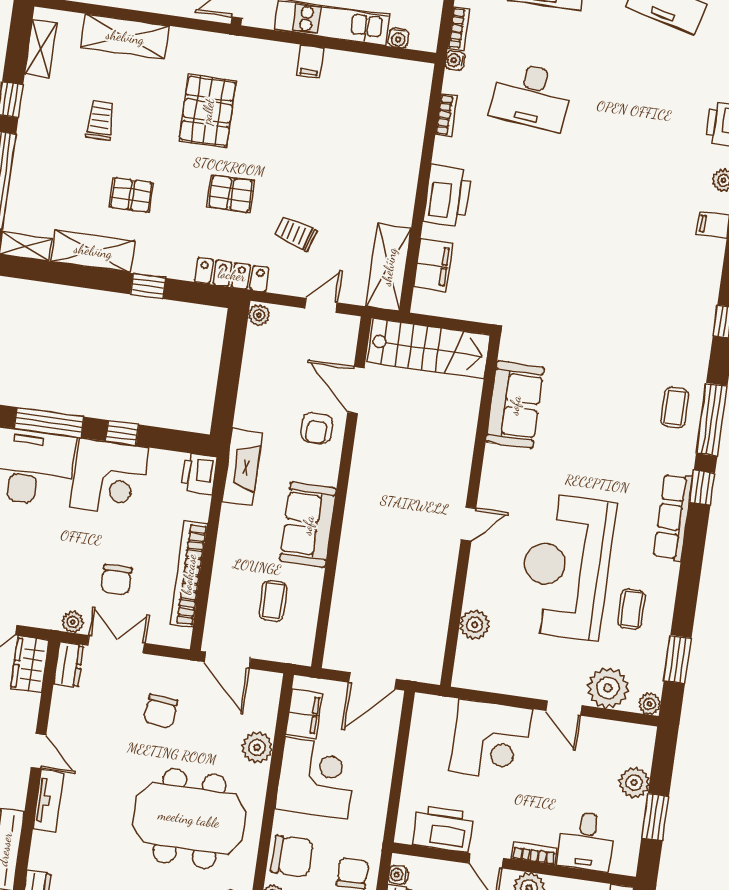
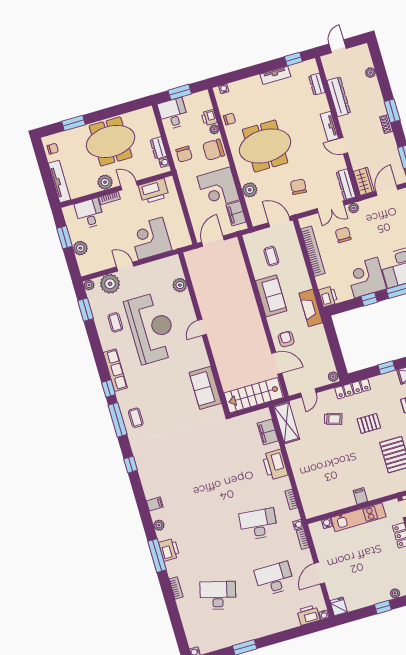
dresser: (69, 665) -> (346, 184), width x1.44

